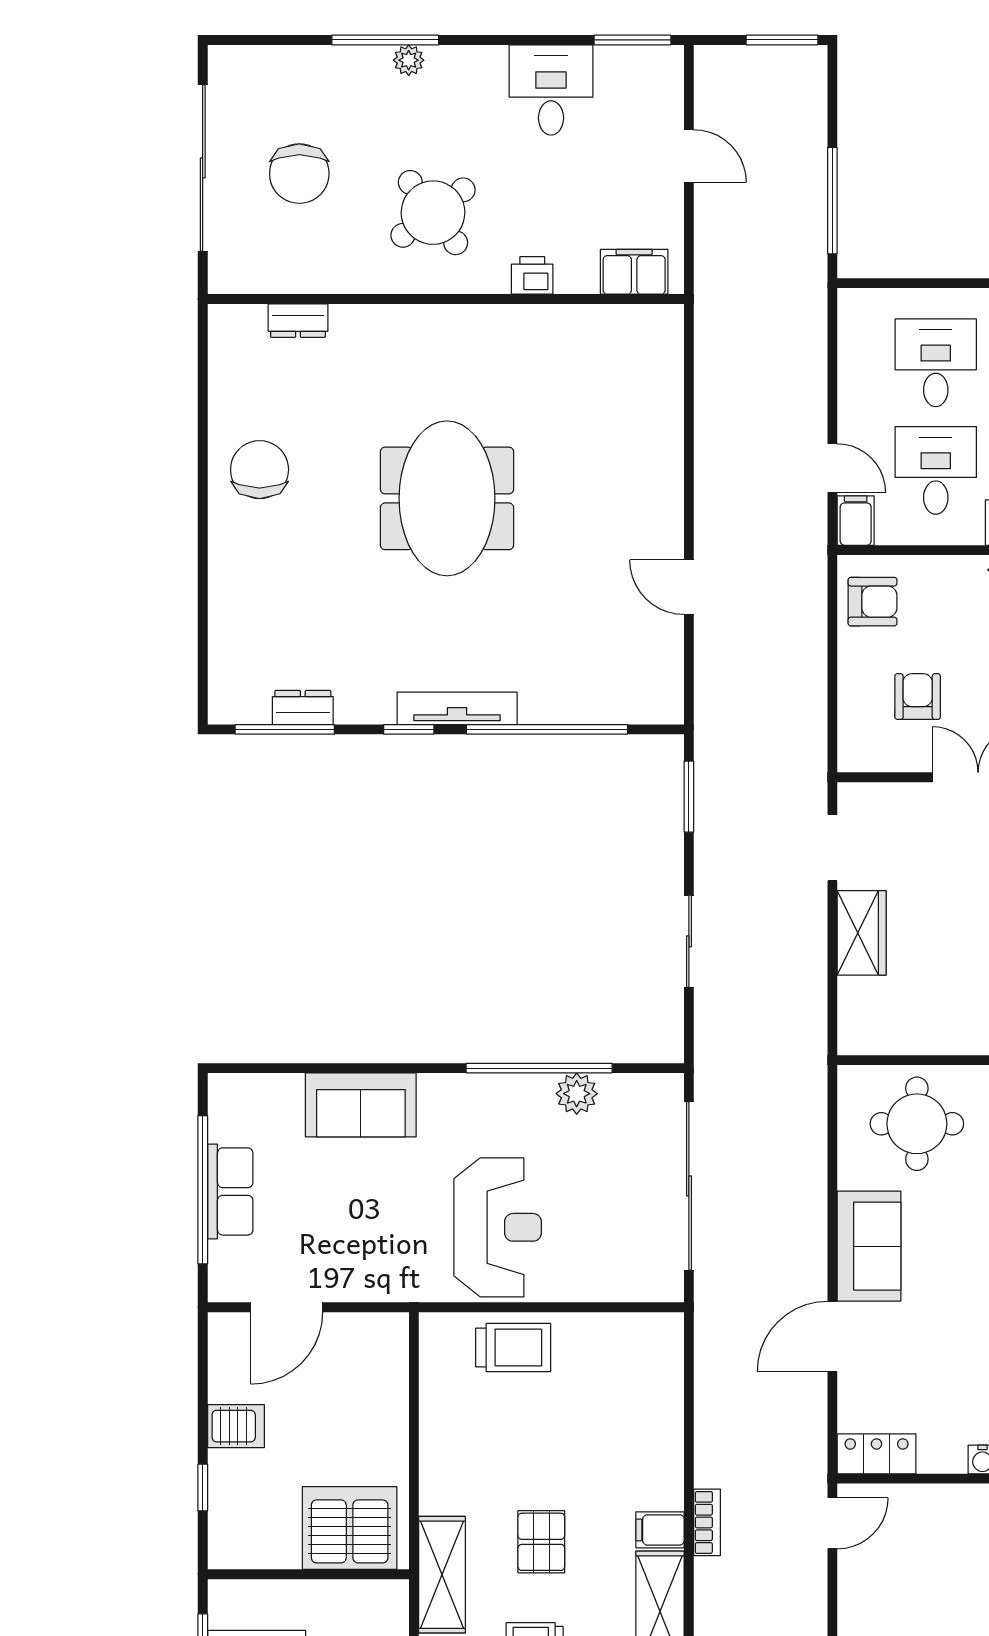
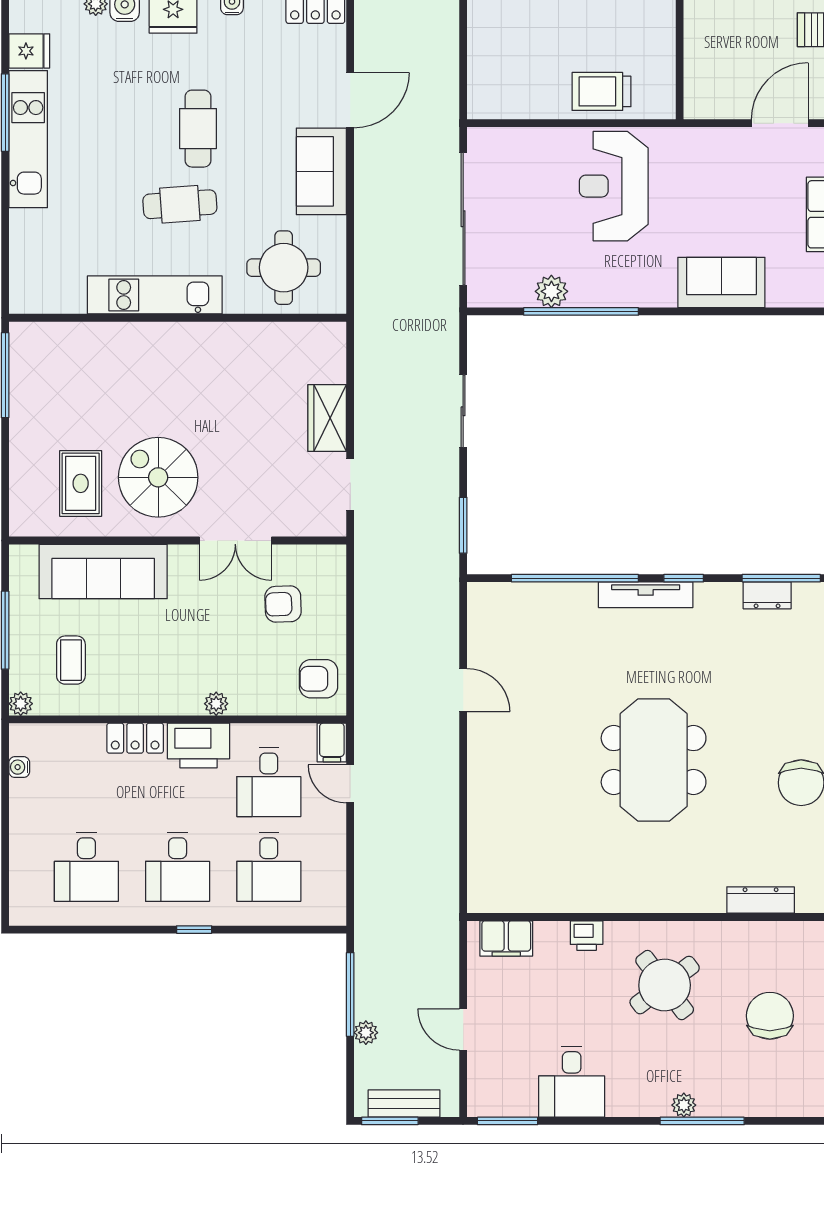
bench: (764, 62) -> (404, 1103), added
plant: (812, 152) -> (366, 1033), added
dresser: (298, 321) -> (761, 900), width x1.44
armchair: (918, 697) -> (283, 604), turned 88

